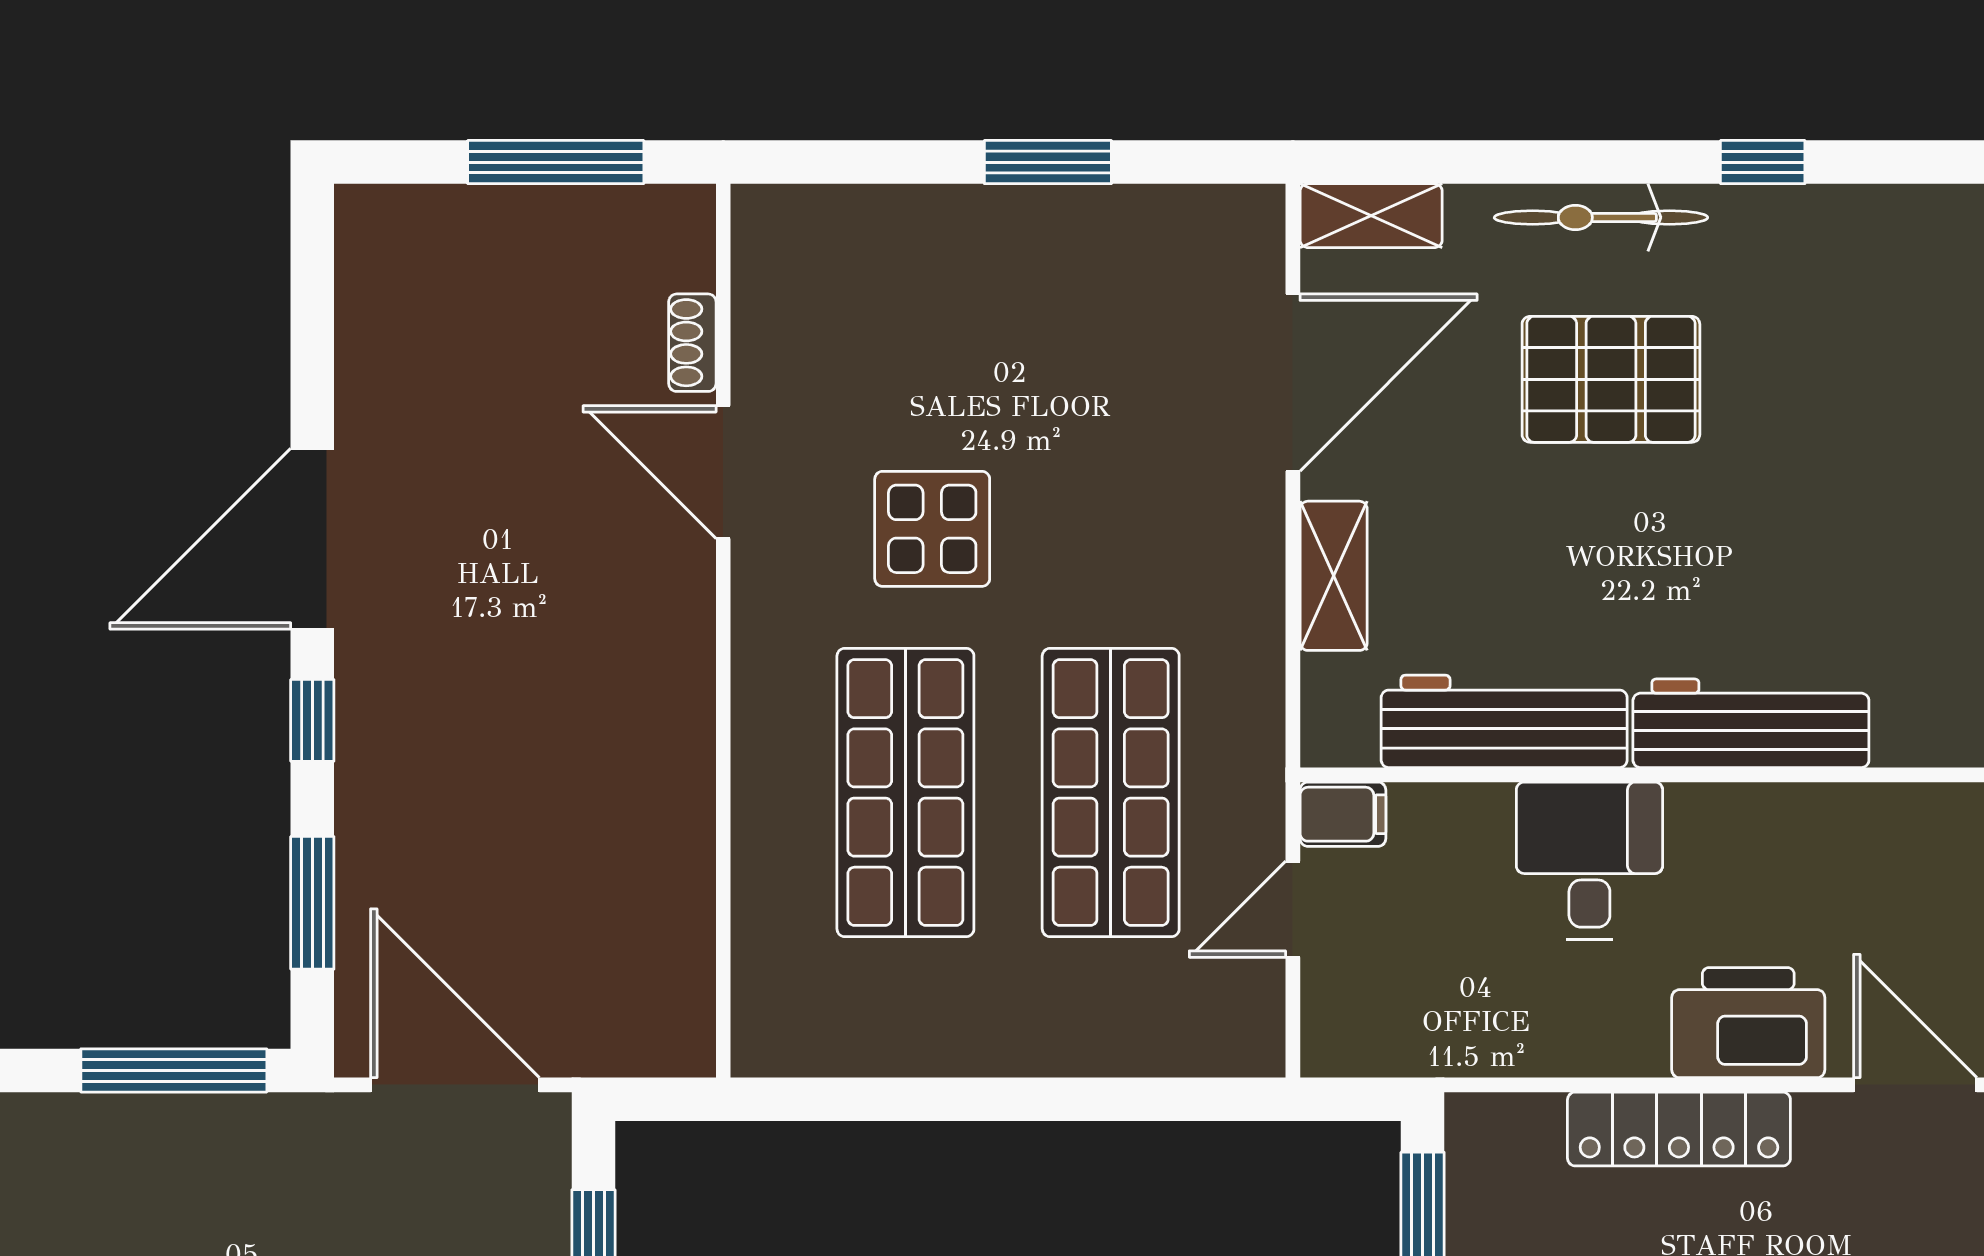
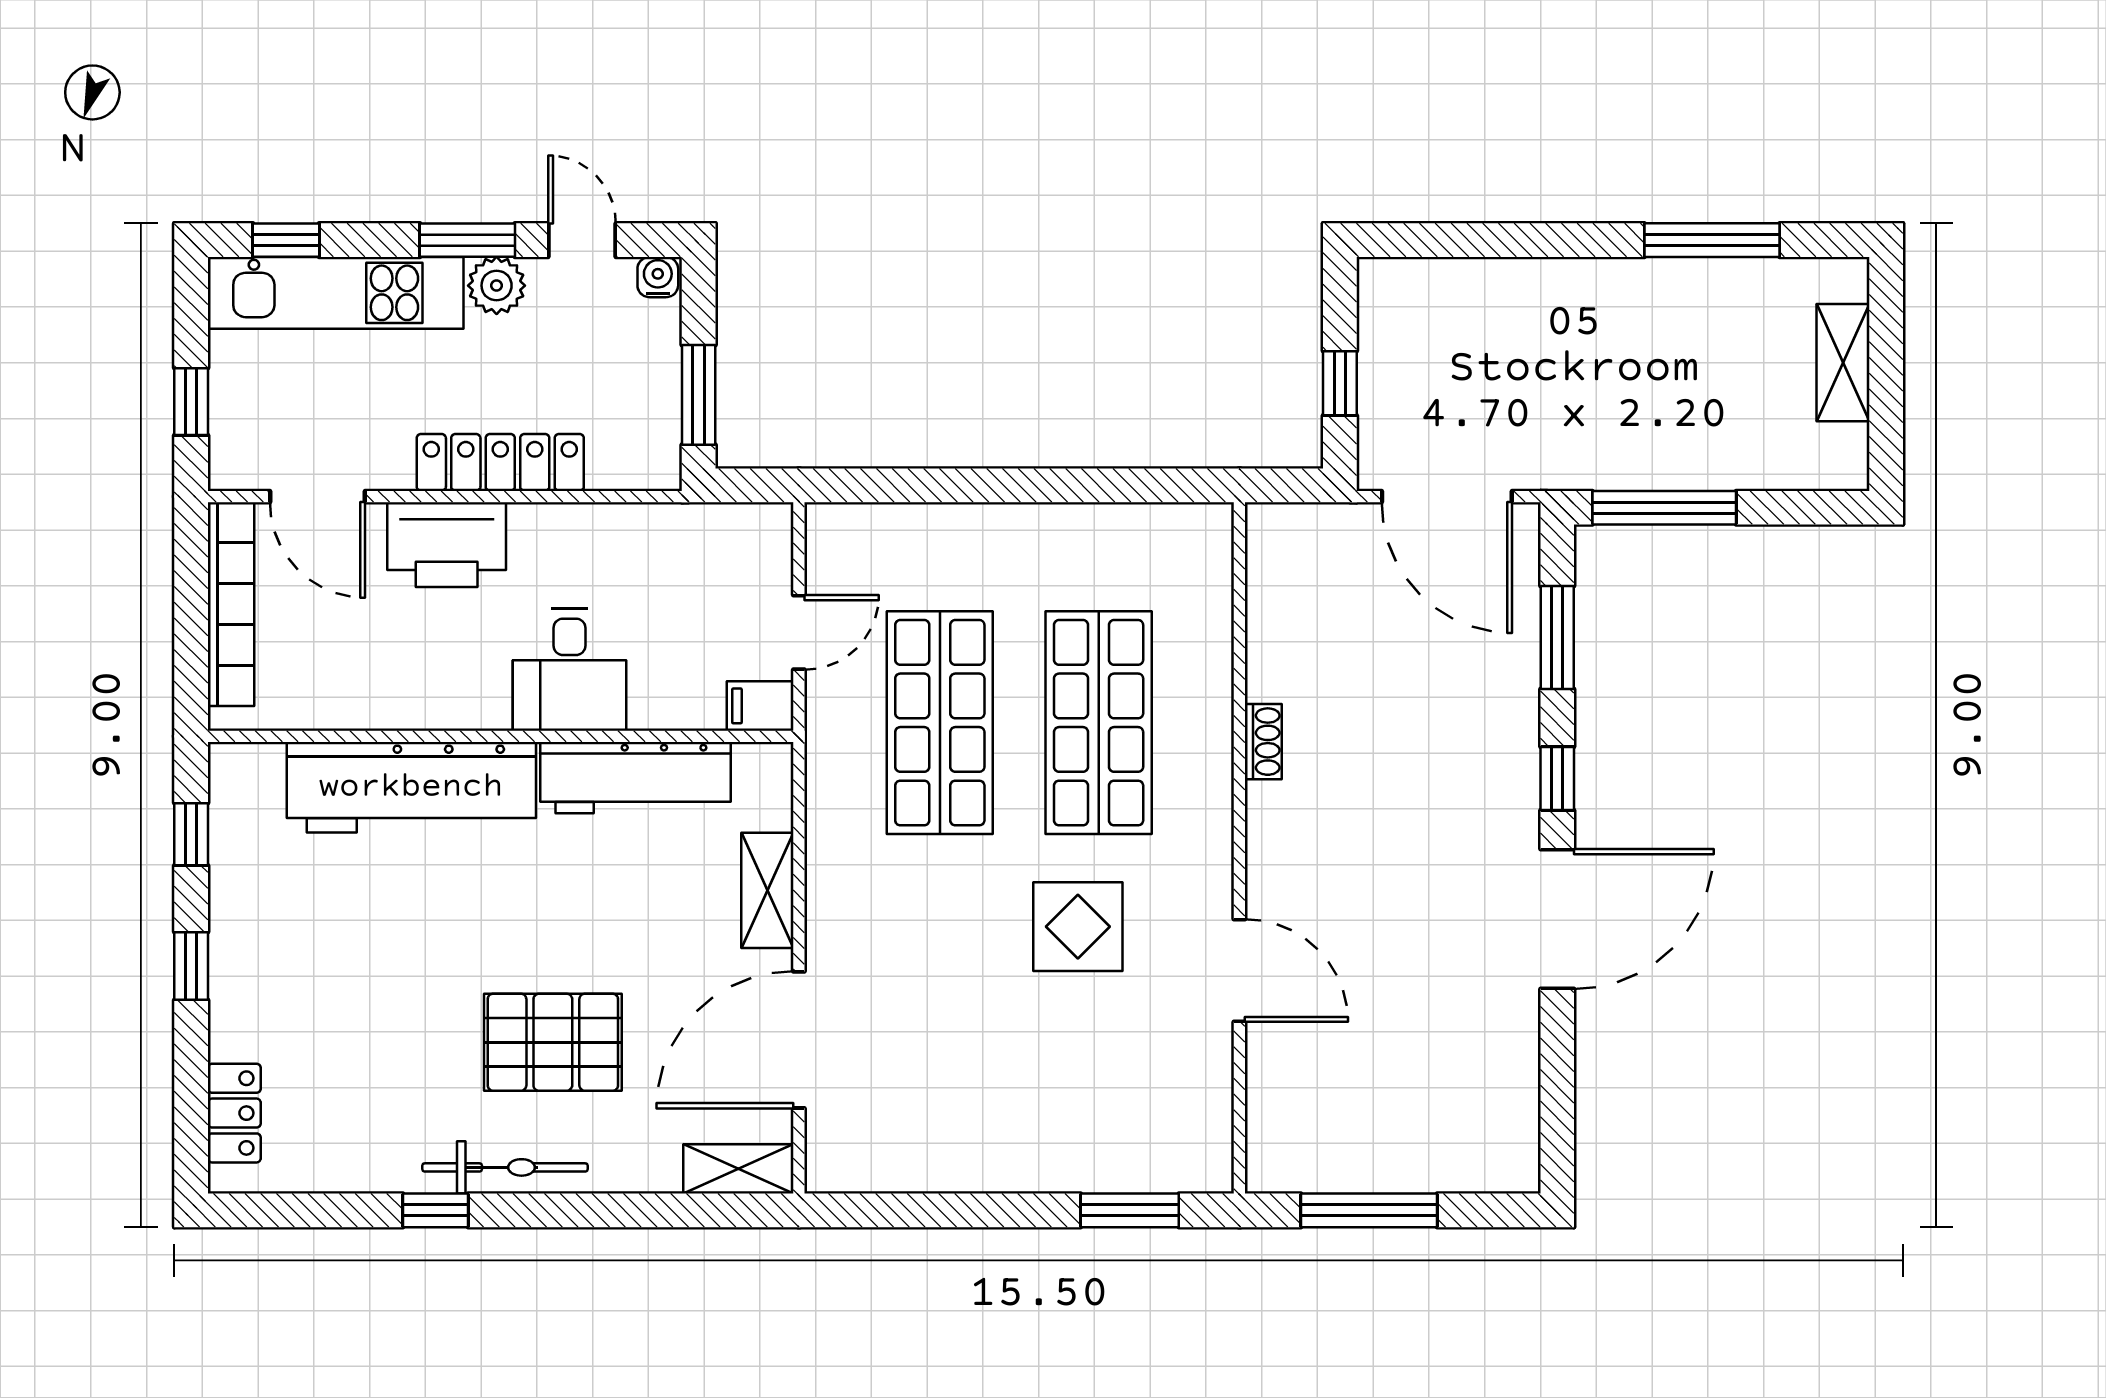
window: (1048, 162) -> (1130, 1210), moved
bicycle: (1601, 217) -> (505, 1167), moved
shoe rack: (692, 343) -> (1263, 742), moved
workbench: (1751, 723) -> (411, 787), width x1.36, depth x1.32

